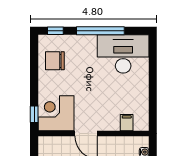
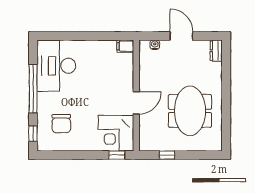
chair: (55, 61) -> (61, 124), moved
filing cabinet: (127, 123) -> (125, 46), moved

